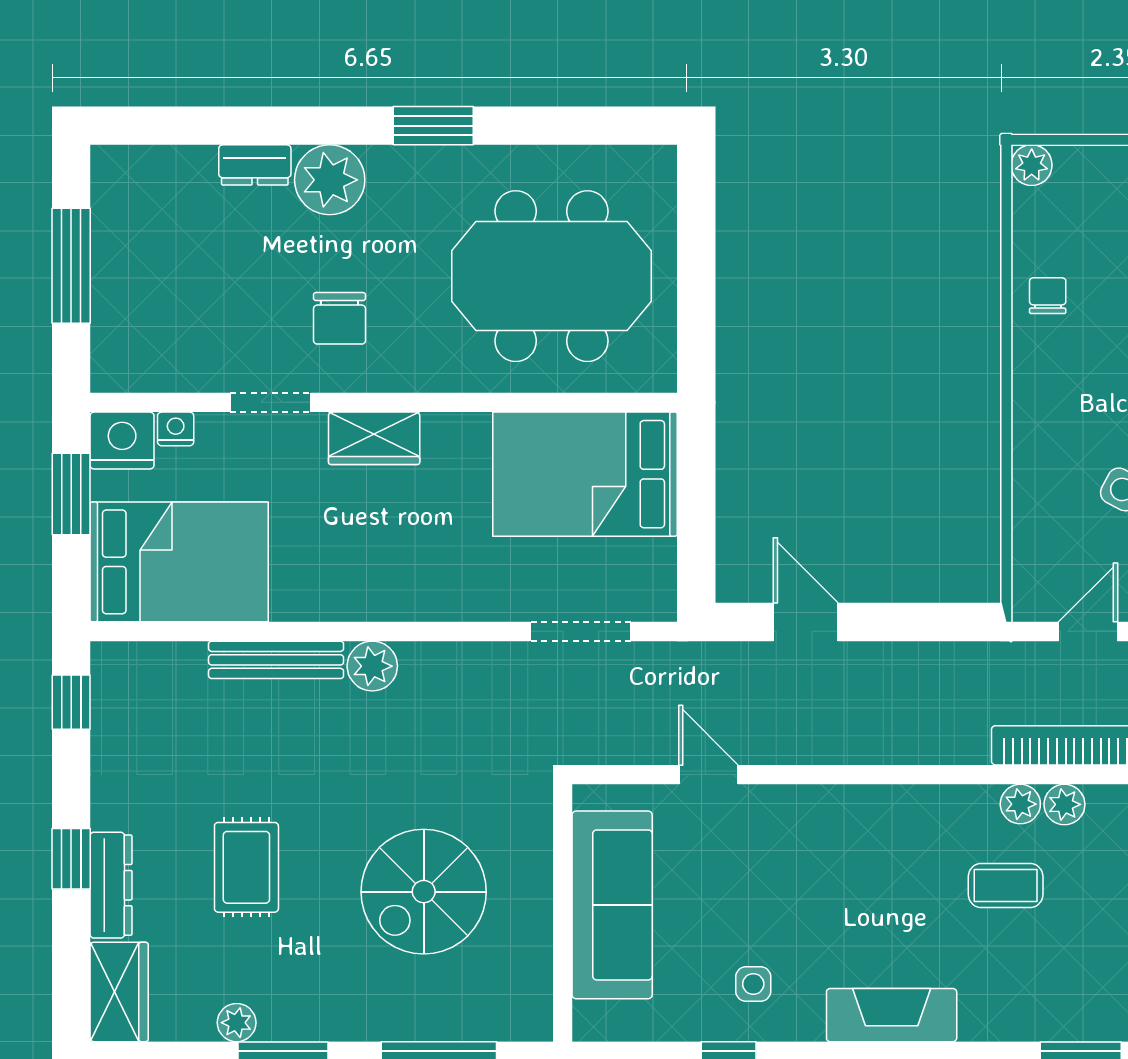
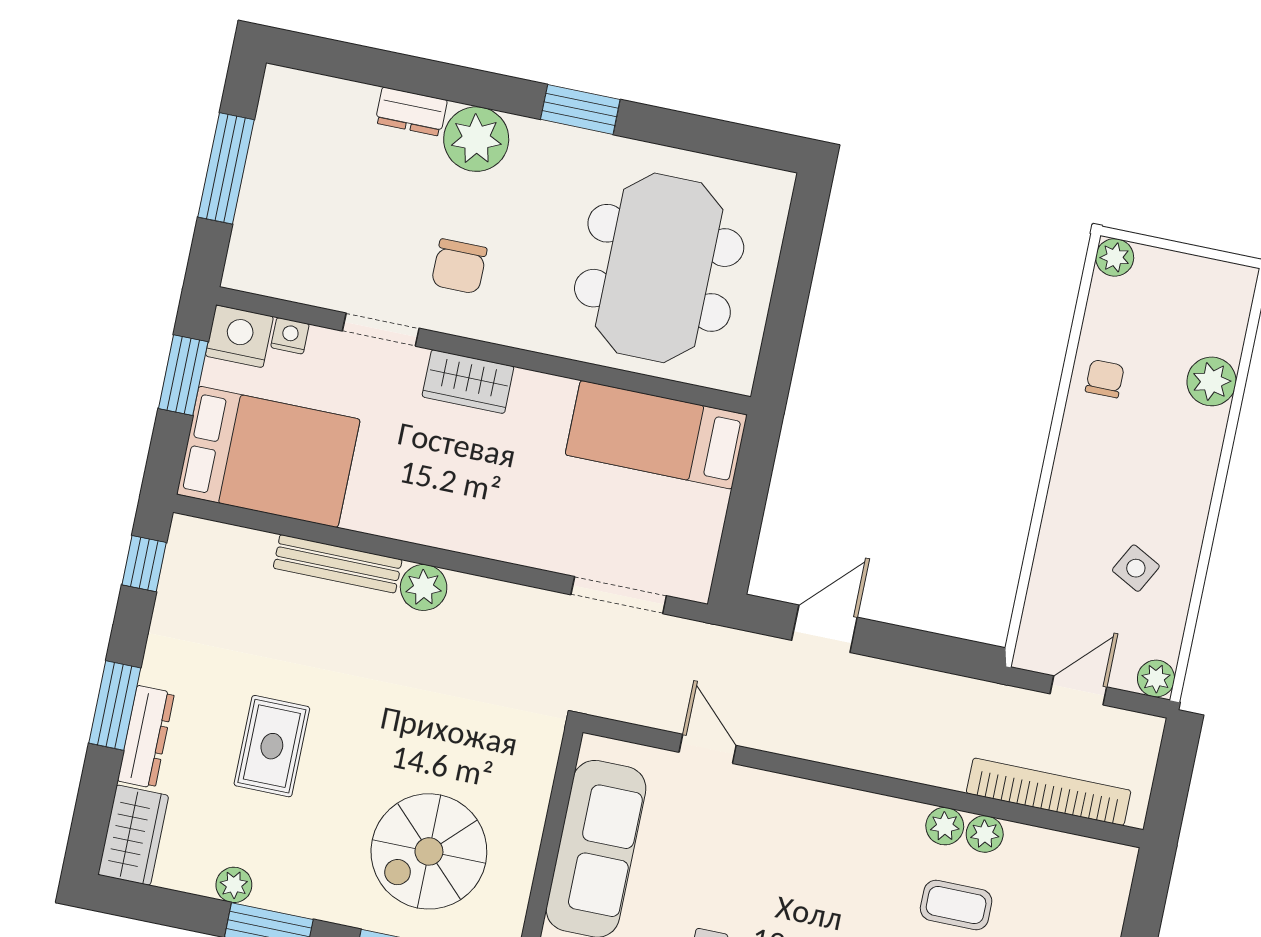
meeting table: (552, 276) -> (659, 268), turned 90
bed: (585, 474) -> (656, 435), width x0.67
door: (806, 622) -> (824, 629), hinge flipped
plant: (1064, 804) -> (945, 826), moved
window: (71, 859) -> (115, 705), width x1.50
spiral stairs: (424, 892) -> (429, 851), moved

